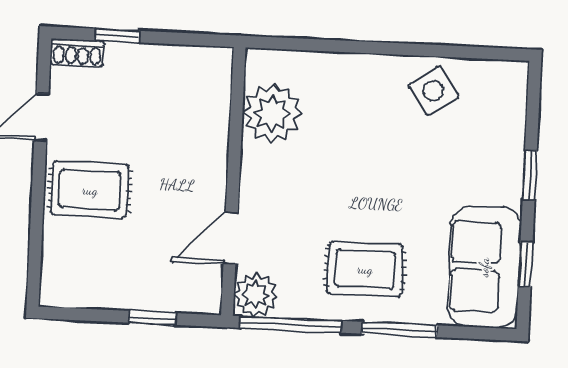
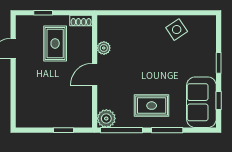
shoe rack: (77, 53) -> (81, 21), moved
plant: (272, 113) -> (104, 48), width x0.53, depth x0.53
rug: (90, 190) -> (55, 43), moved, turned 90
door: (231, 238) -> (95, 74), moved

